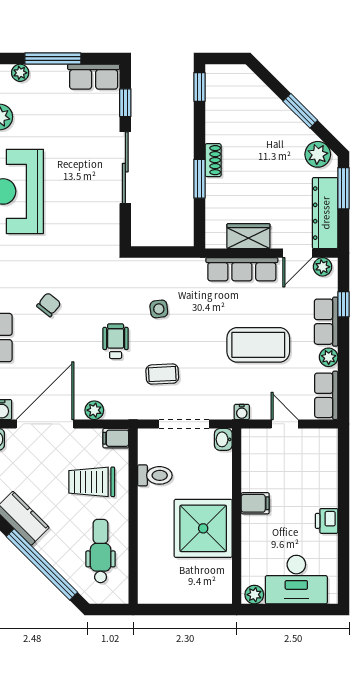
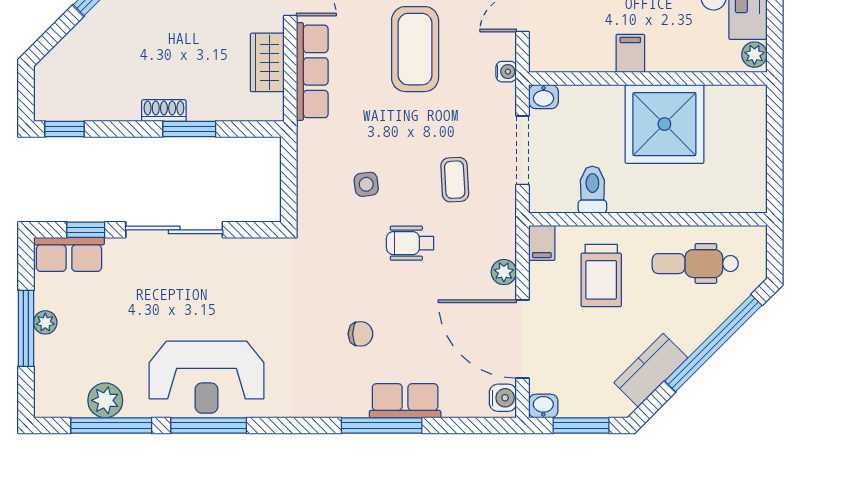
plant: (20, 73) -> (45, 322), moved
row of seats: (94, 77) -> (69, 254), moved, turned 90
chair: (49, 305) -> (360, 334), turned 141

